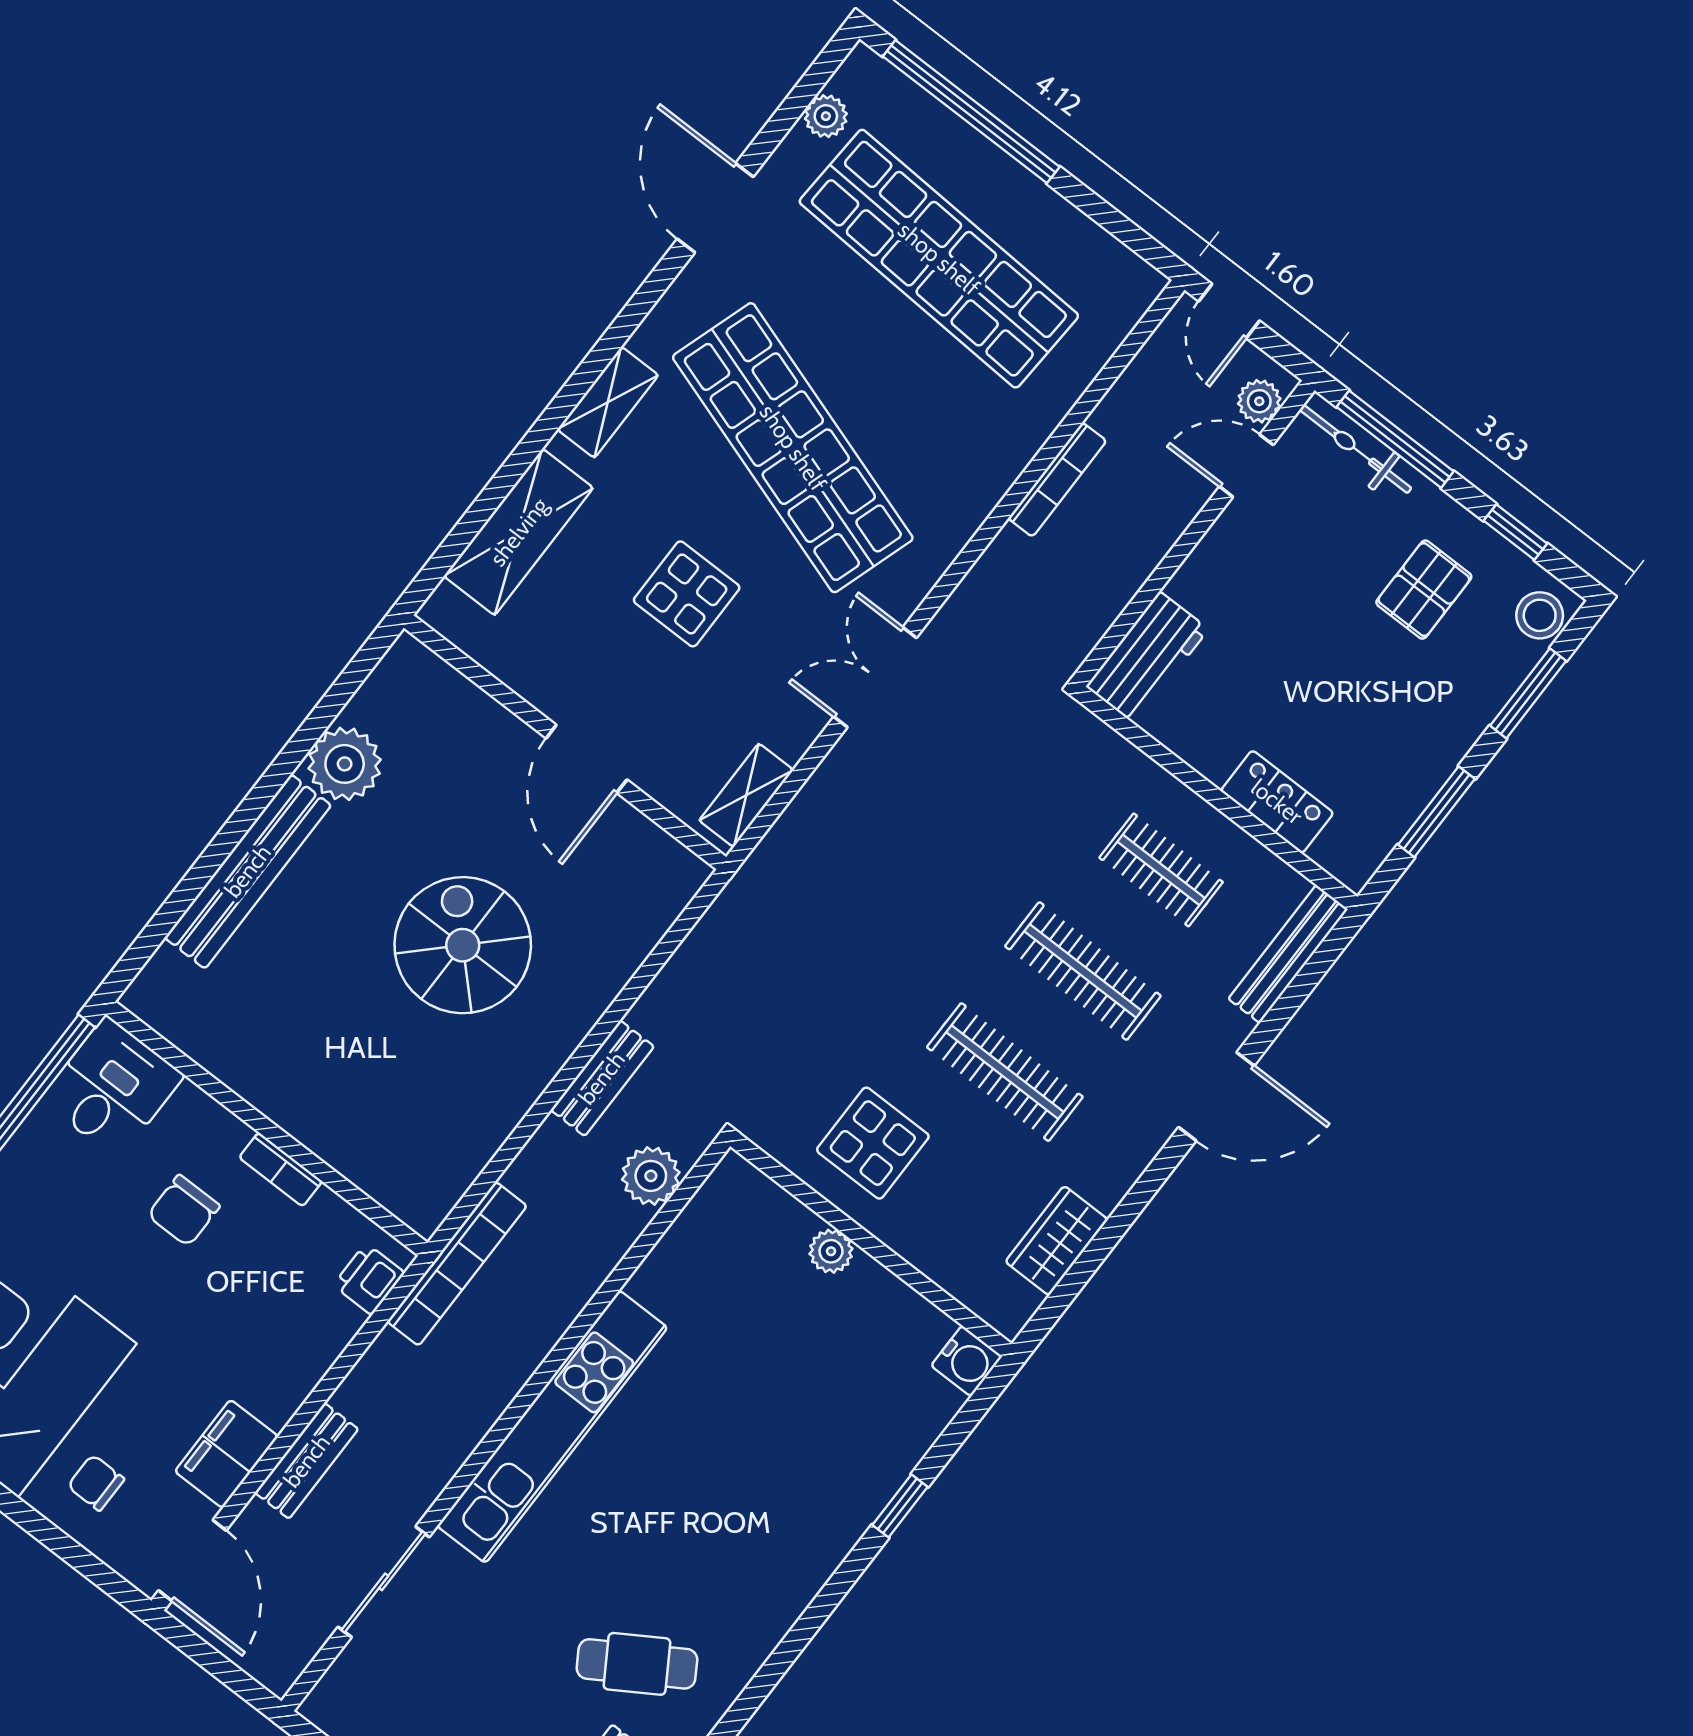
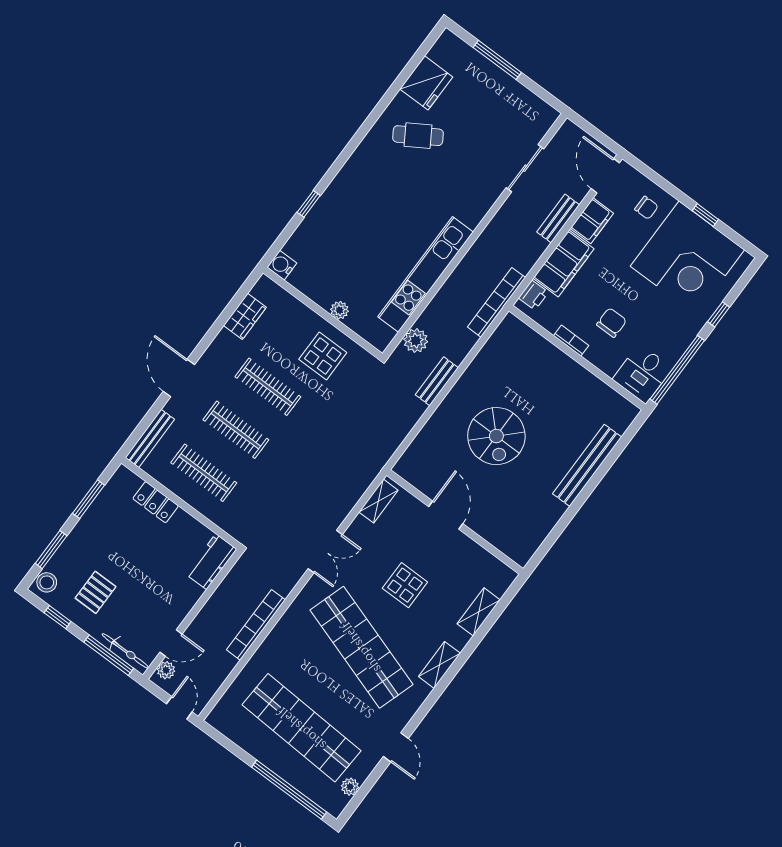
door: (715, 208) -> (396, 747), width x0.73
bookcase: (1057, 480) -> (256, 625), width x1.48, depth x1.31
shelving: (519, 532) -> (479, 612), width x0.67, depth x0.75
plant: (345, 764) -> (547, 511), removed
clothes rail: (1161, 870) -> (204, 473), width x1.36
door: (1216, 1097) -> (179, 378), hinge flipped
filing cabinet: (296, 1353) -> (564, 264), added
kitchen unit: (552, 1427) -> (426, 274), moved

